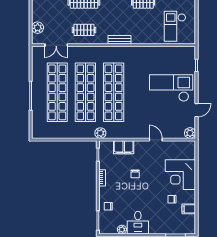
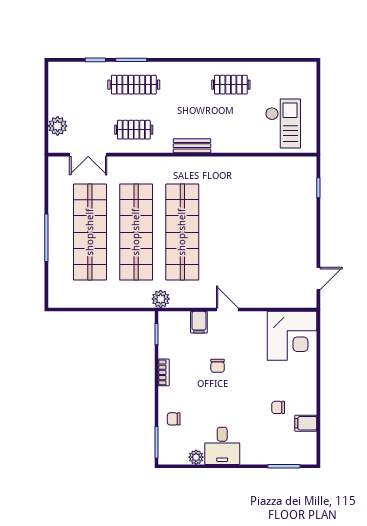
checkout: (175, 26) -> (283, 124), turned 180
checkout: (171, 88) -> (277, 225), removed
door: (197, 110) -> (318, 278), moved
plant: (190, 133) -> (308, 299), removed
door: (156, 140) -> (227, 310), moved
filing cabinet: (124, 147) -> (199, 322), width x0.50
corner desk: (180, 175) -> (292, 336), moved, turned -90

